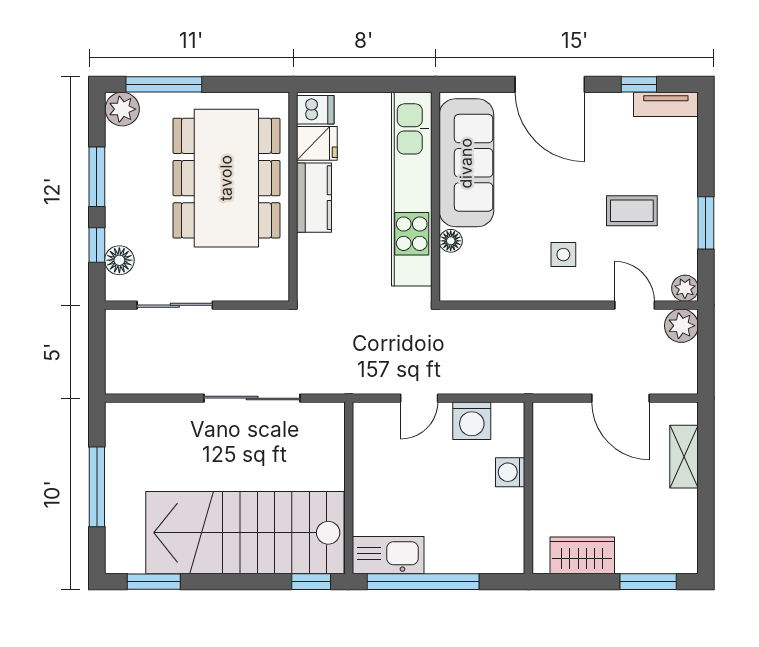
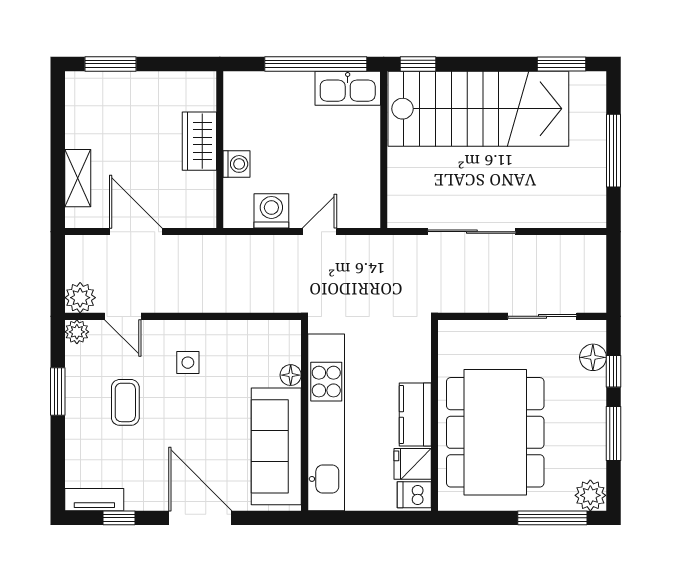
coffee table: (632, 211) -> (125, 402), turned 90
wardrobe: (582, 555) -> (199, 141), moved, turned 90

